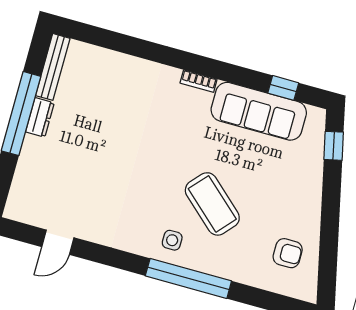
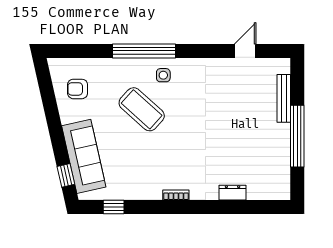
bench: (53, 67) -> (284, 98), moved
sofa: (259, 111) -> (84, 156), moved, turned 77
dresser: (40, 117) -> (233, 193), moved, turned 90

